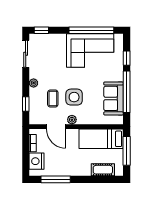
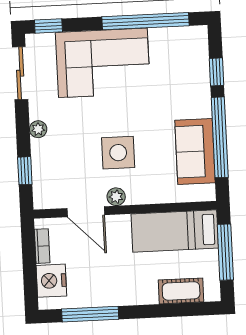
corner sofa: (90, 51) -> (103, 63), moved
coffee table: (53, 98) -> (77, 157), removed

